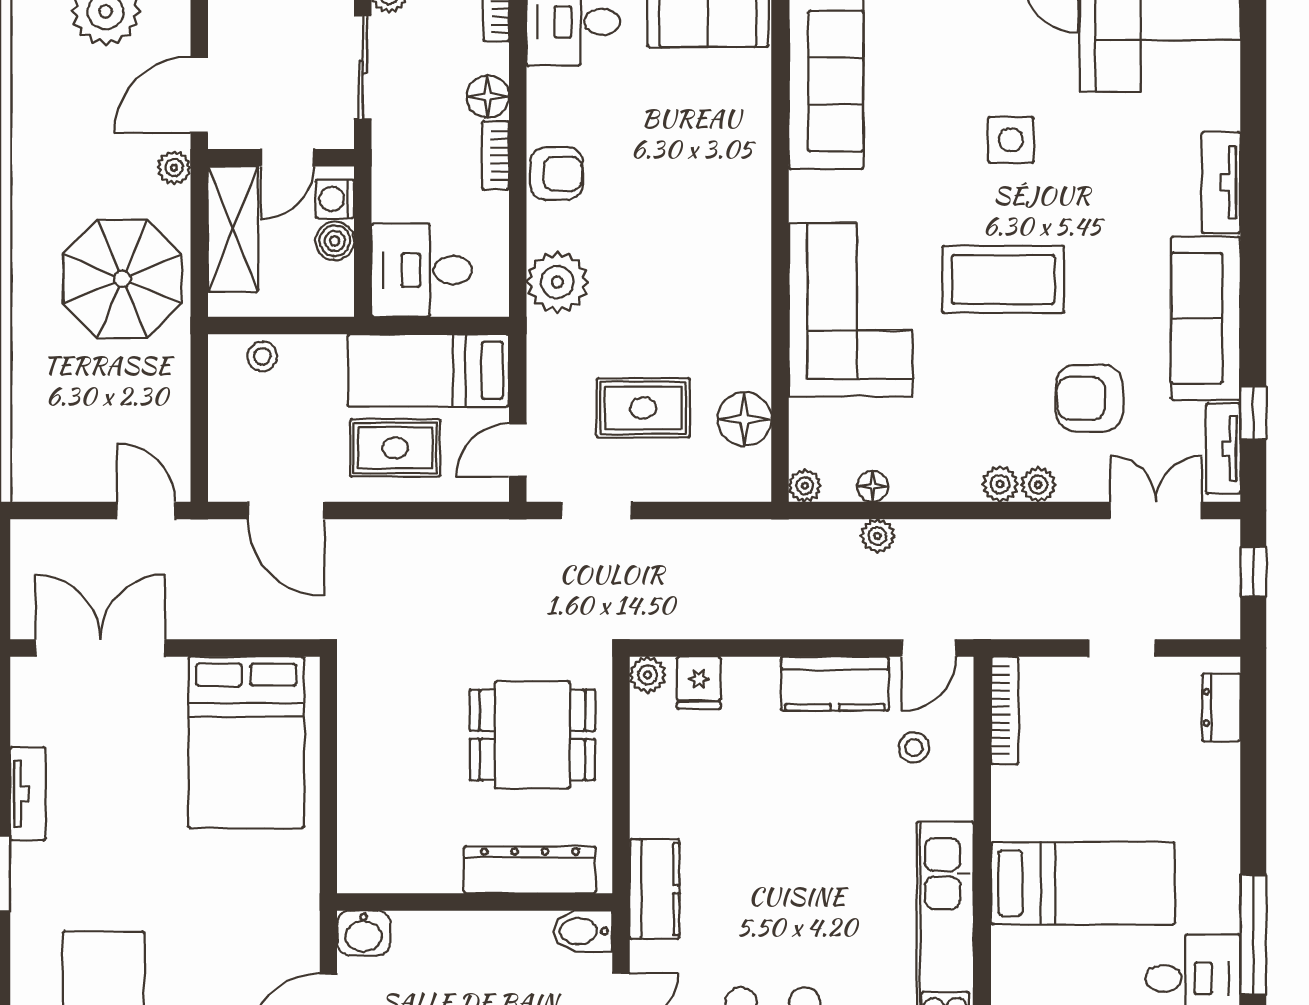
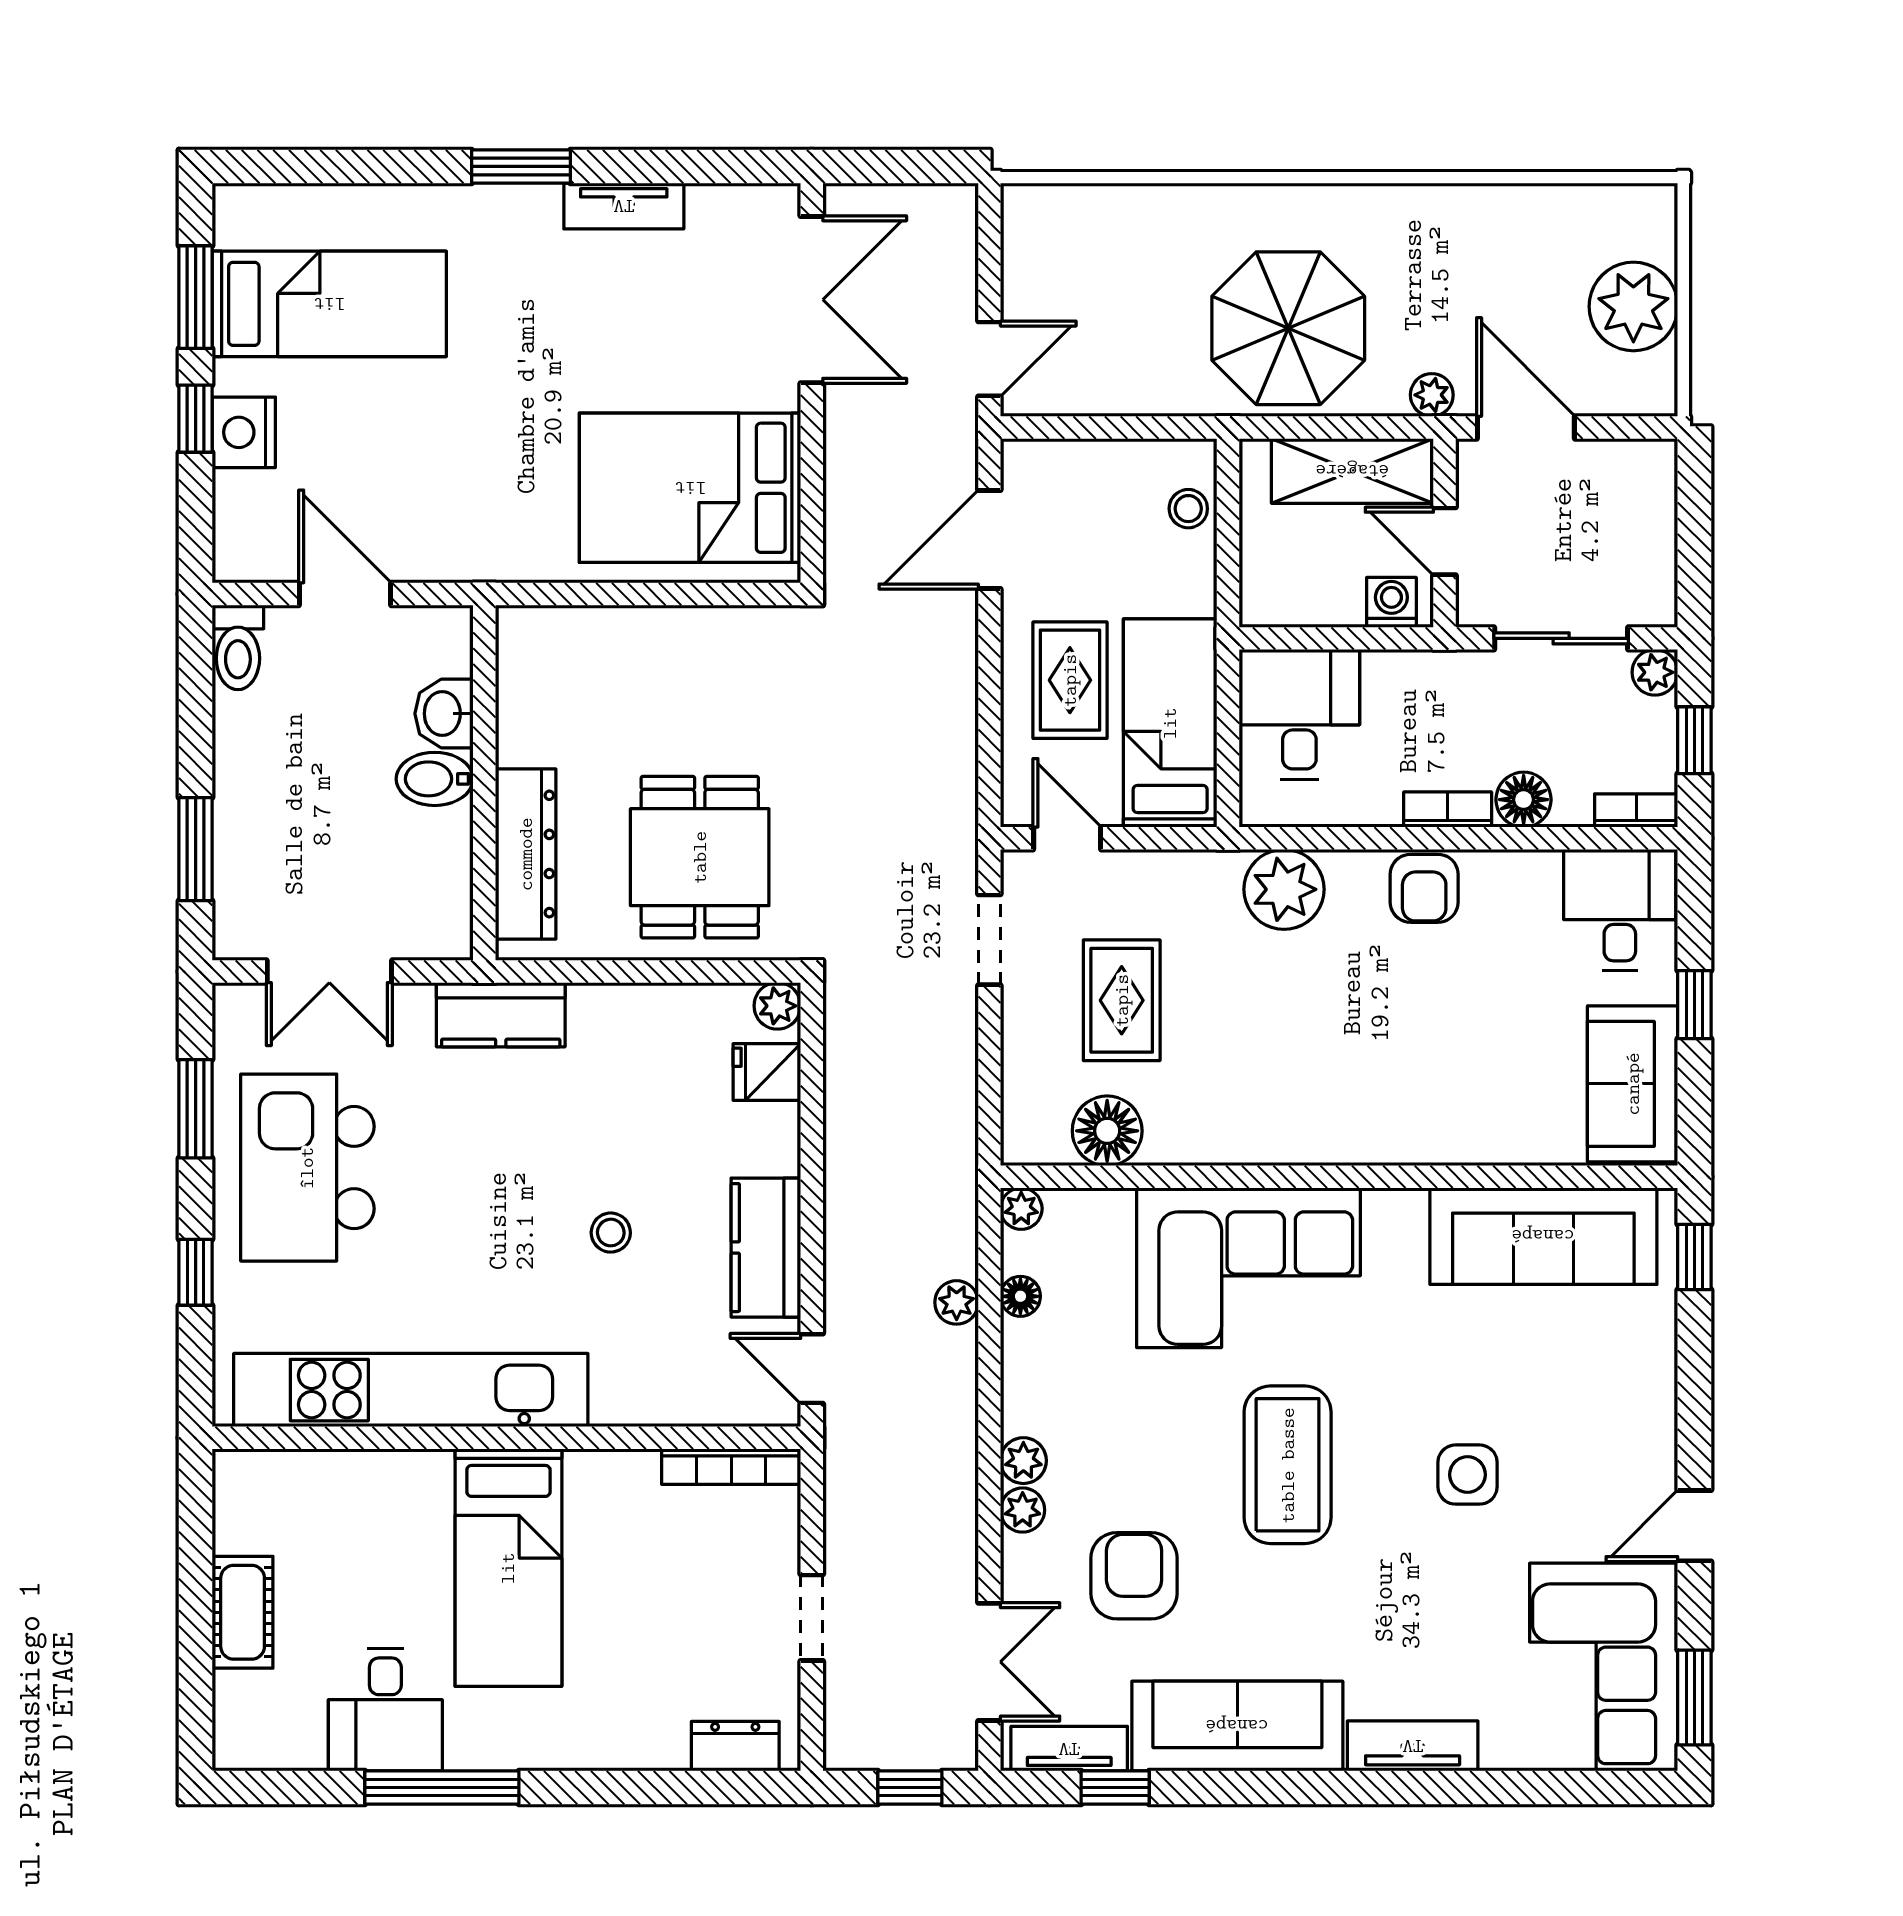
boiler: (335, 241) -> (1337, 602), removed
stool: (914, 748) -> (611, 1233), moved
bidet: (582, 931) -> (435, 779), moved, turned -90
washbasin: (364, 933) -> (444, 714), moved

